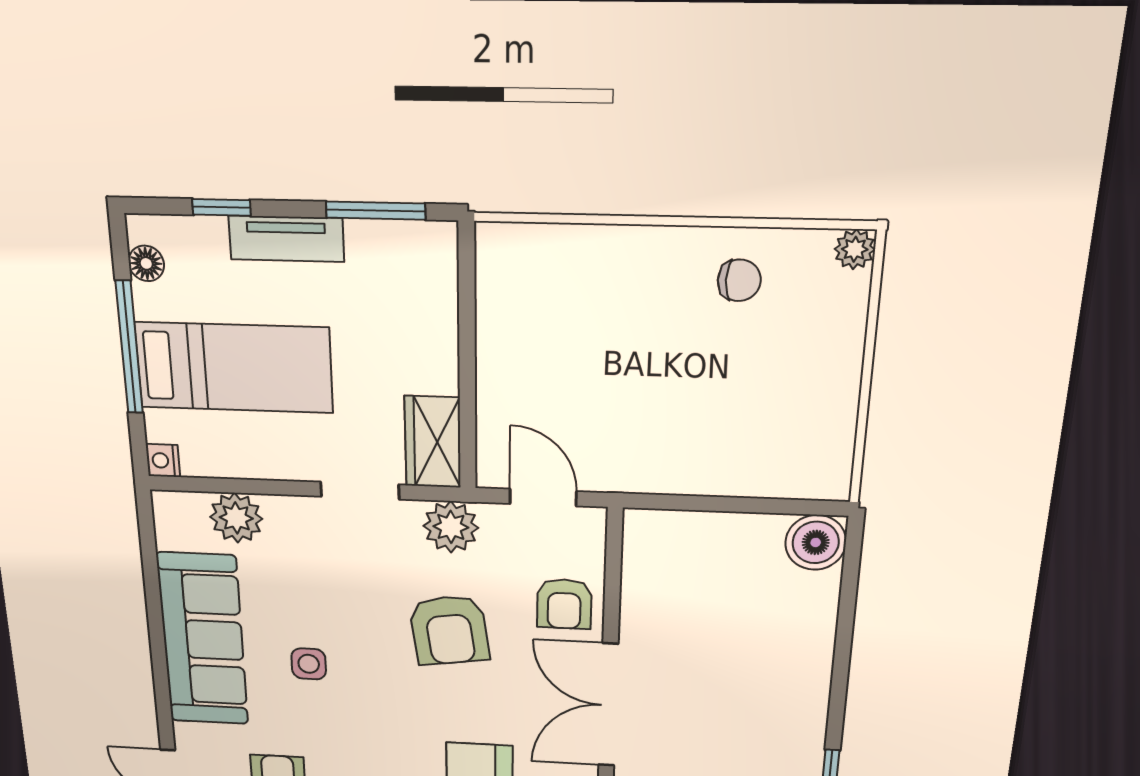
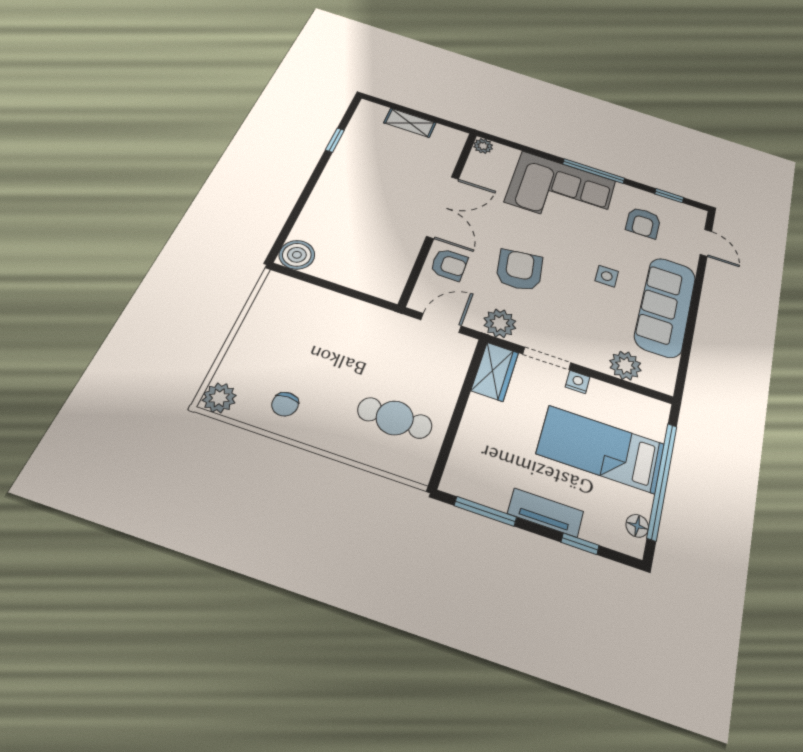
plant: (855, 249) -> (219, 398), width x1.38, depth x1.38
chair: (739, 280) -> (285, 404), turned -90
cafe table: (561, 314) -> (395, 418), added
window: (129, 347) -> (662, 480), width x1.46
nightstand: (163, 460) -> (578, 382), moved, turned -90
door: (543, 497) -> (441, 323), swing flipped
armchair: (564, 604) -> (449, 265), turned 90

